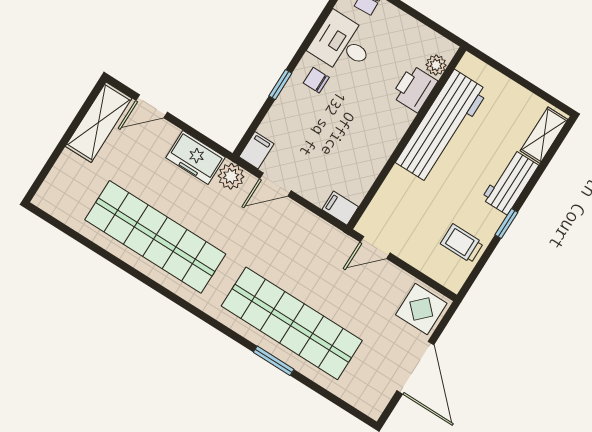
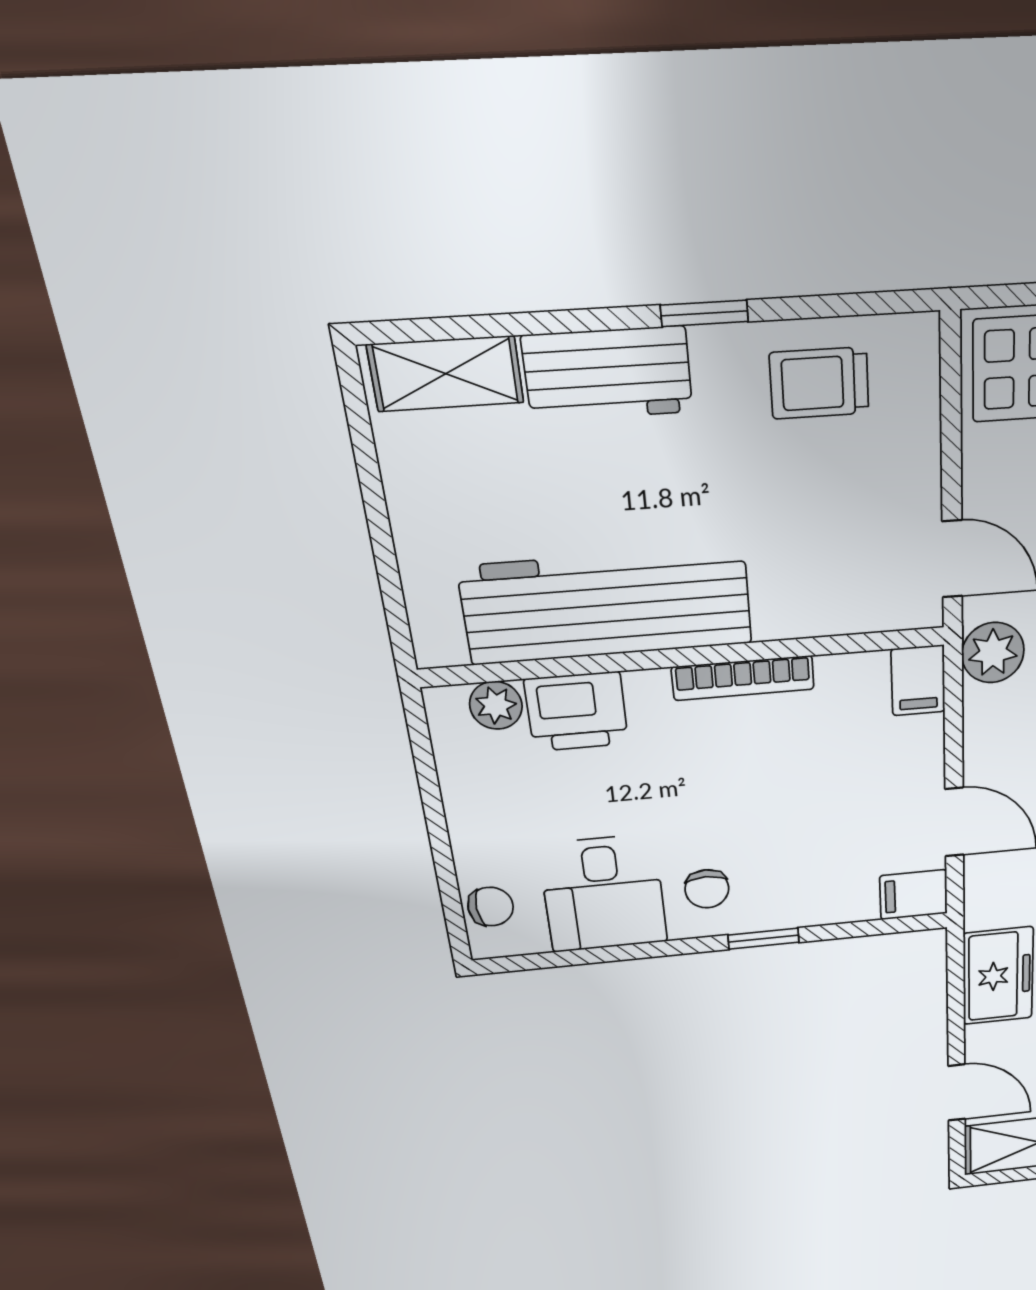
bookcase: (385, 151) -> (743, 678), added
plant: (231, 176) -> (993, 653), moved
trolley: (462, 243) -> (819, 383), turned 90

